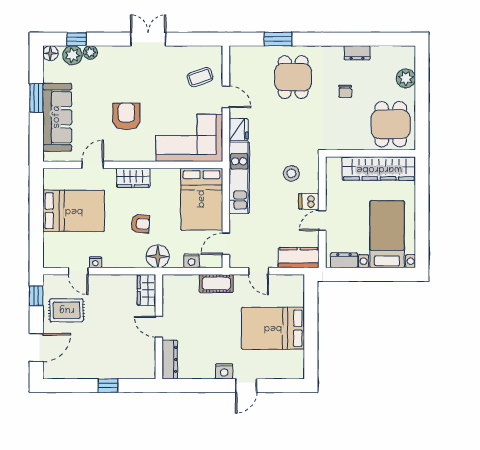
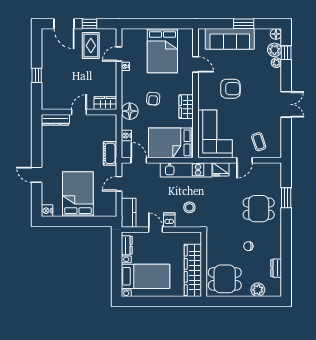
dresser: (357, 53) -> (276, 268), moved
wardrobe: (133, 178) -> (186, 107), moved
window: (36, 296) -> (89, 24), moved
nightstand: (224, 371) -> (47, 211), moved

